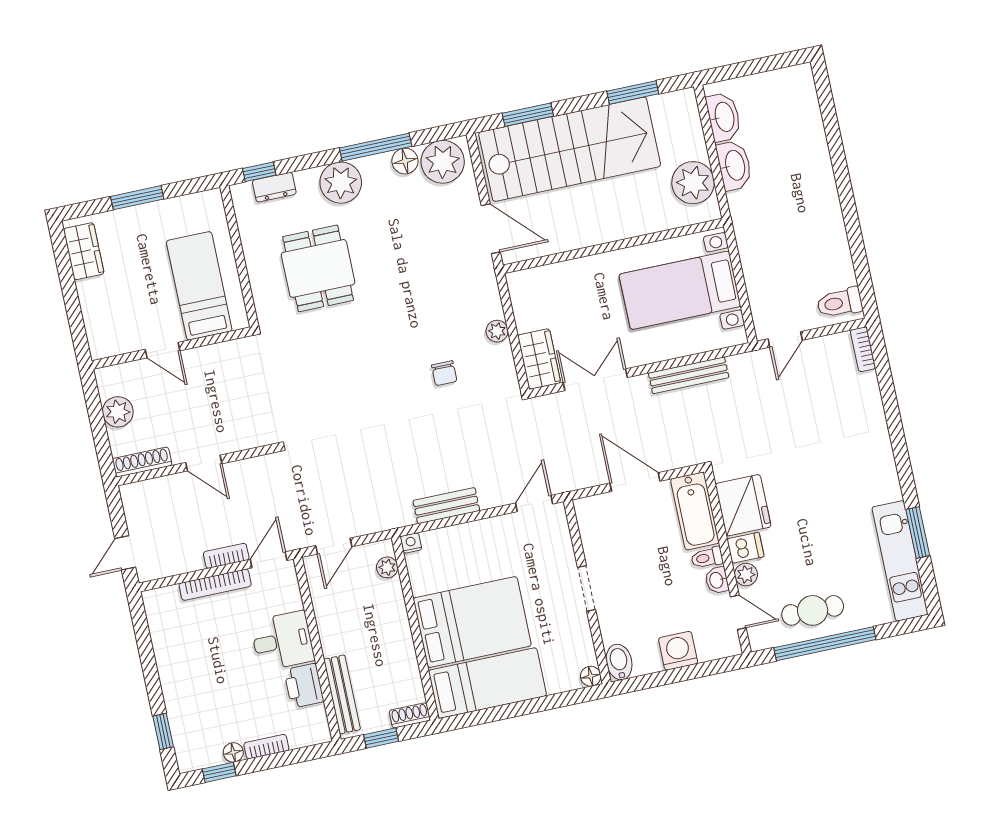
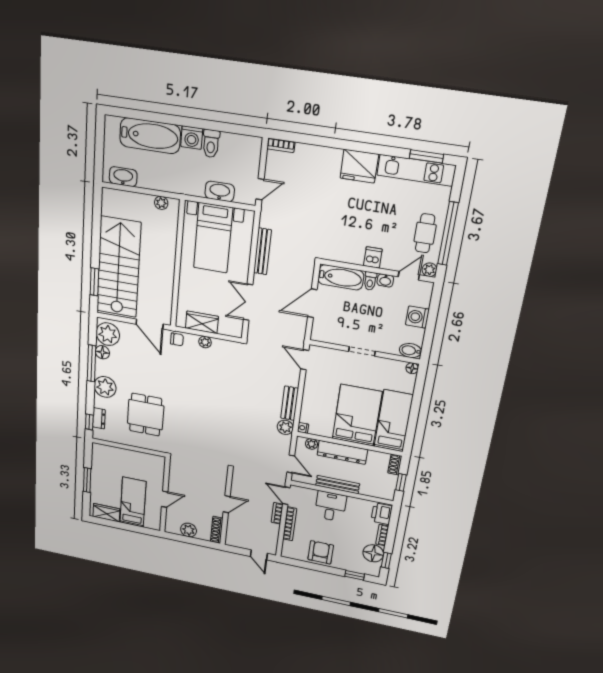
window: (633, 92) -> (97, 222), removed
bathtub: (804, 143) -> (150, 136), added
washbasin: (734, 165) -> (220, 191), moved
plant: (693, 183) -> (161, 203), width x0.53, depth x0.53
washing machine: (825, 209) -> (192, 138), added
door: (491, 229) -> (150, 324), swing flipped
dining table: (318, 268) -> (146, 415), turned 90
bed: (199, 286) -> (133, 502), moved, turned 90
toilet: (840, 303) -> (211, 144), moved
door: (785, 339) -> (260, 189), hinge flipped
wardrobe: (539, 359) -> (202, 322), moved
chair: (444, 373) -> (177, 339), moved
fridge: (743, 505) -> (359, 166), moved, turned 180
plant: (399, 514) -> (285, 427), added
window: (918, 532) -> (426, 156), moved
plant: (746, 575) -> (429, 270), moved
dresser: (394, 623) -> (342, 452), added
armchair: (182, 657) -> (321, 552), added
printer: (304, 686) -> (382, 514), moved, turned 90
bench: (342, 694) -> (338, 485), moved
floor lamp: (233, 752) -> (373, 553), width x1.89, depth x1.89

